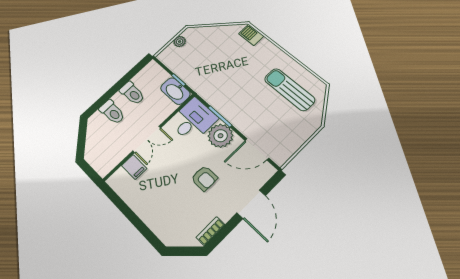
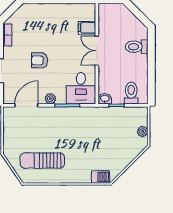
sun lounger: (290, 89) -> (42, 160), turned 180
washbasin: (175, 91) -> (105, 99), width x0.52, depth x0.69
toilet: (132, 93) -> (131, 93), moved, turned 90
plant: (221, 136) -> (50, 99), width x0.53, depth x0.53

